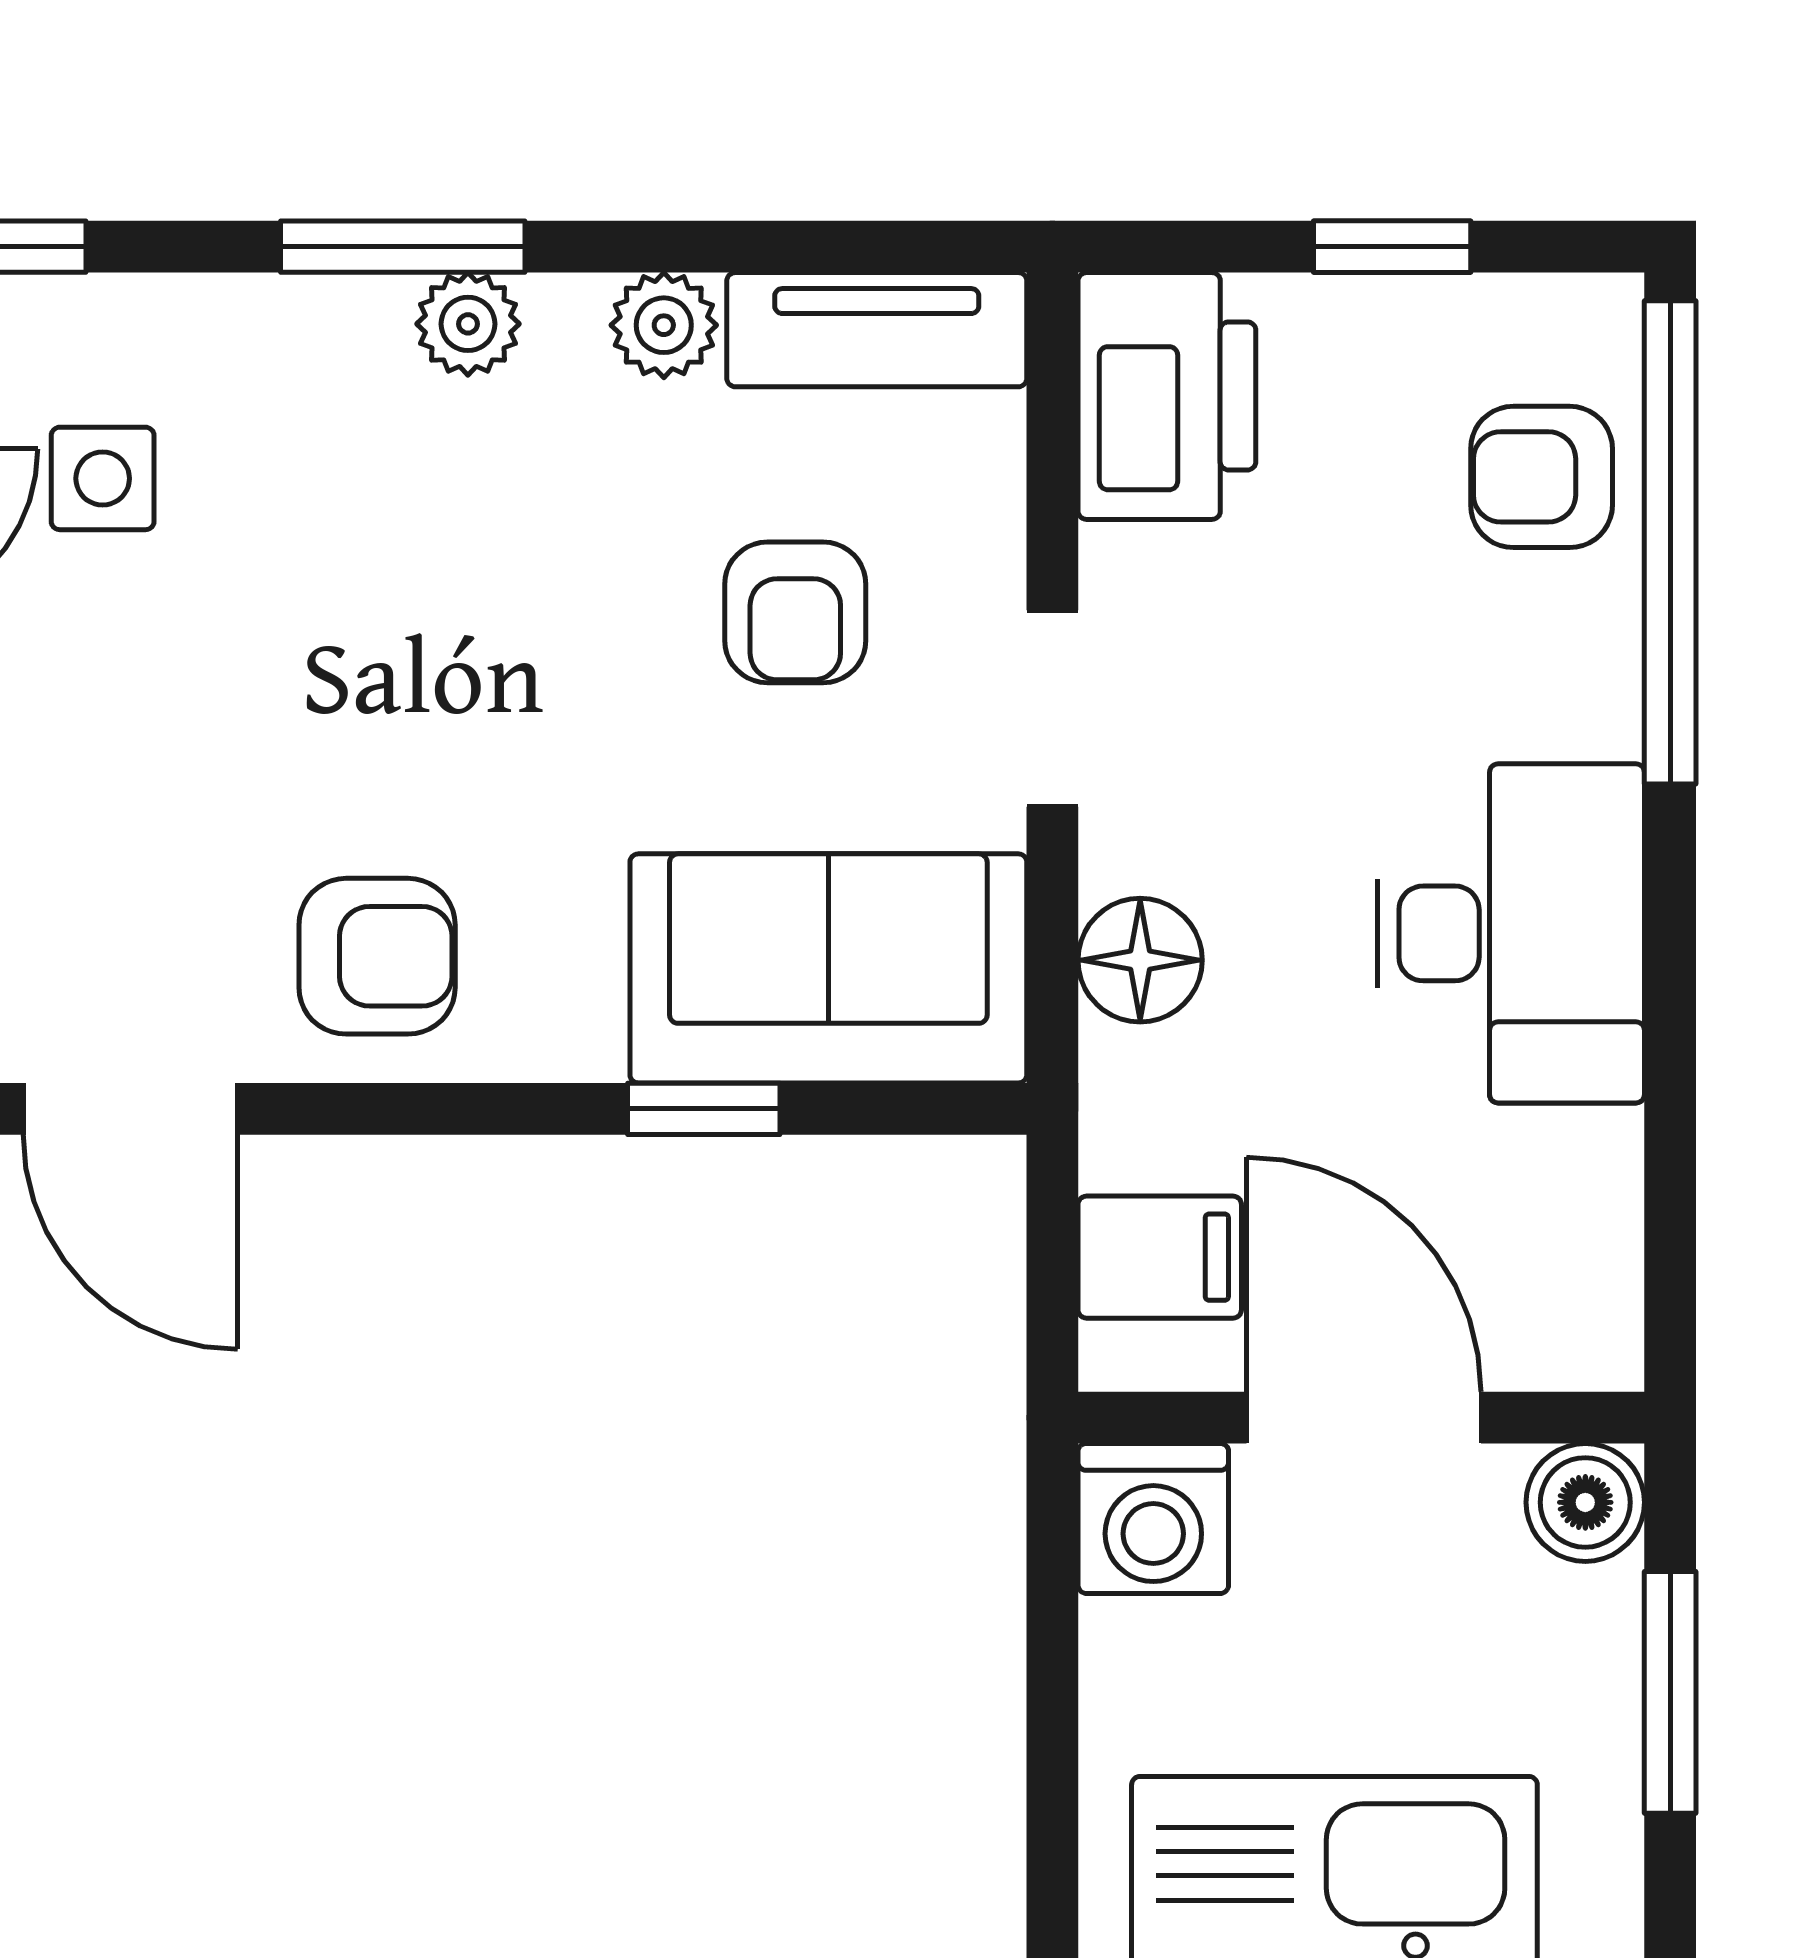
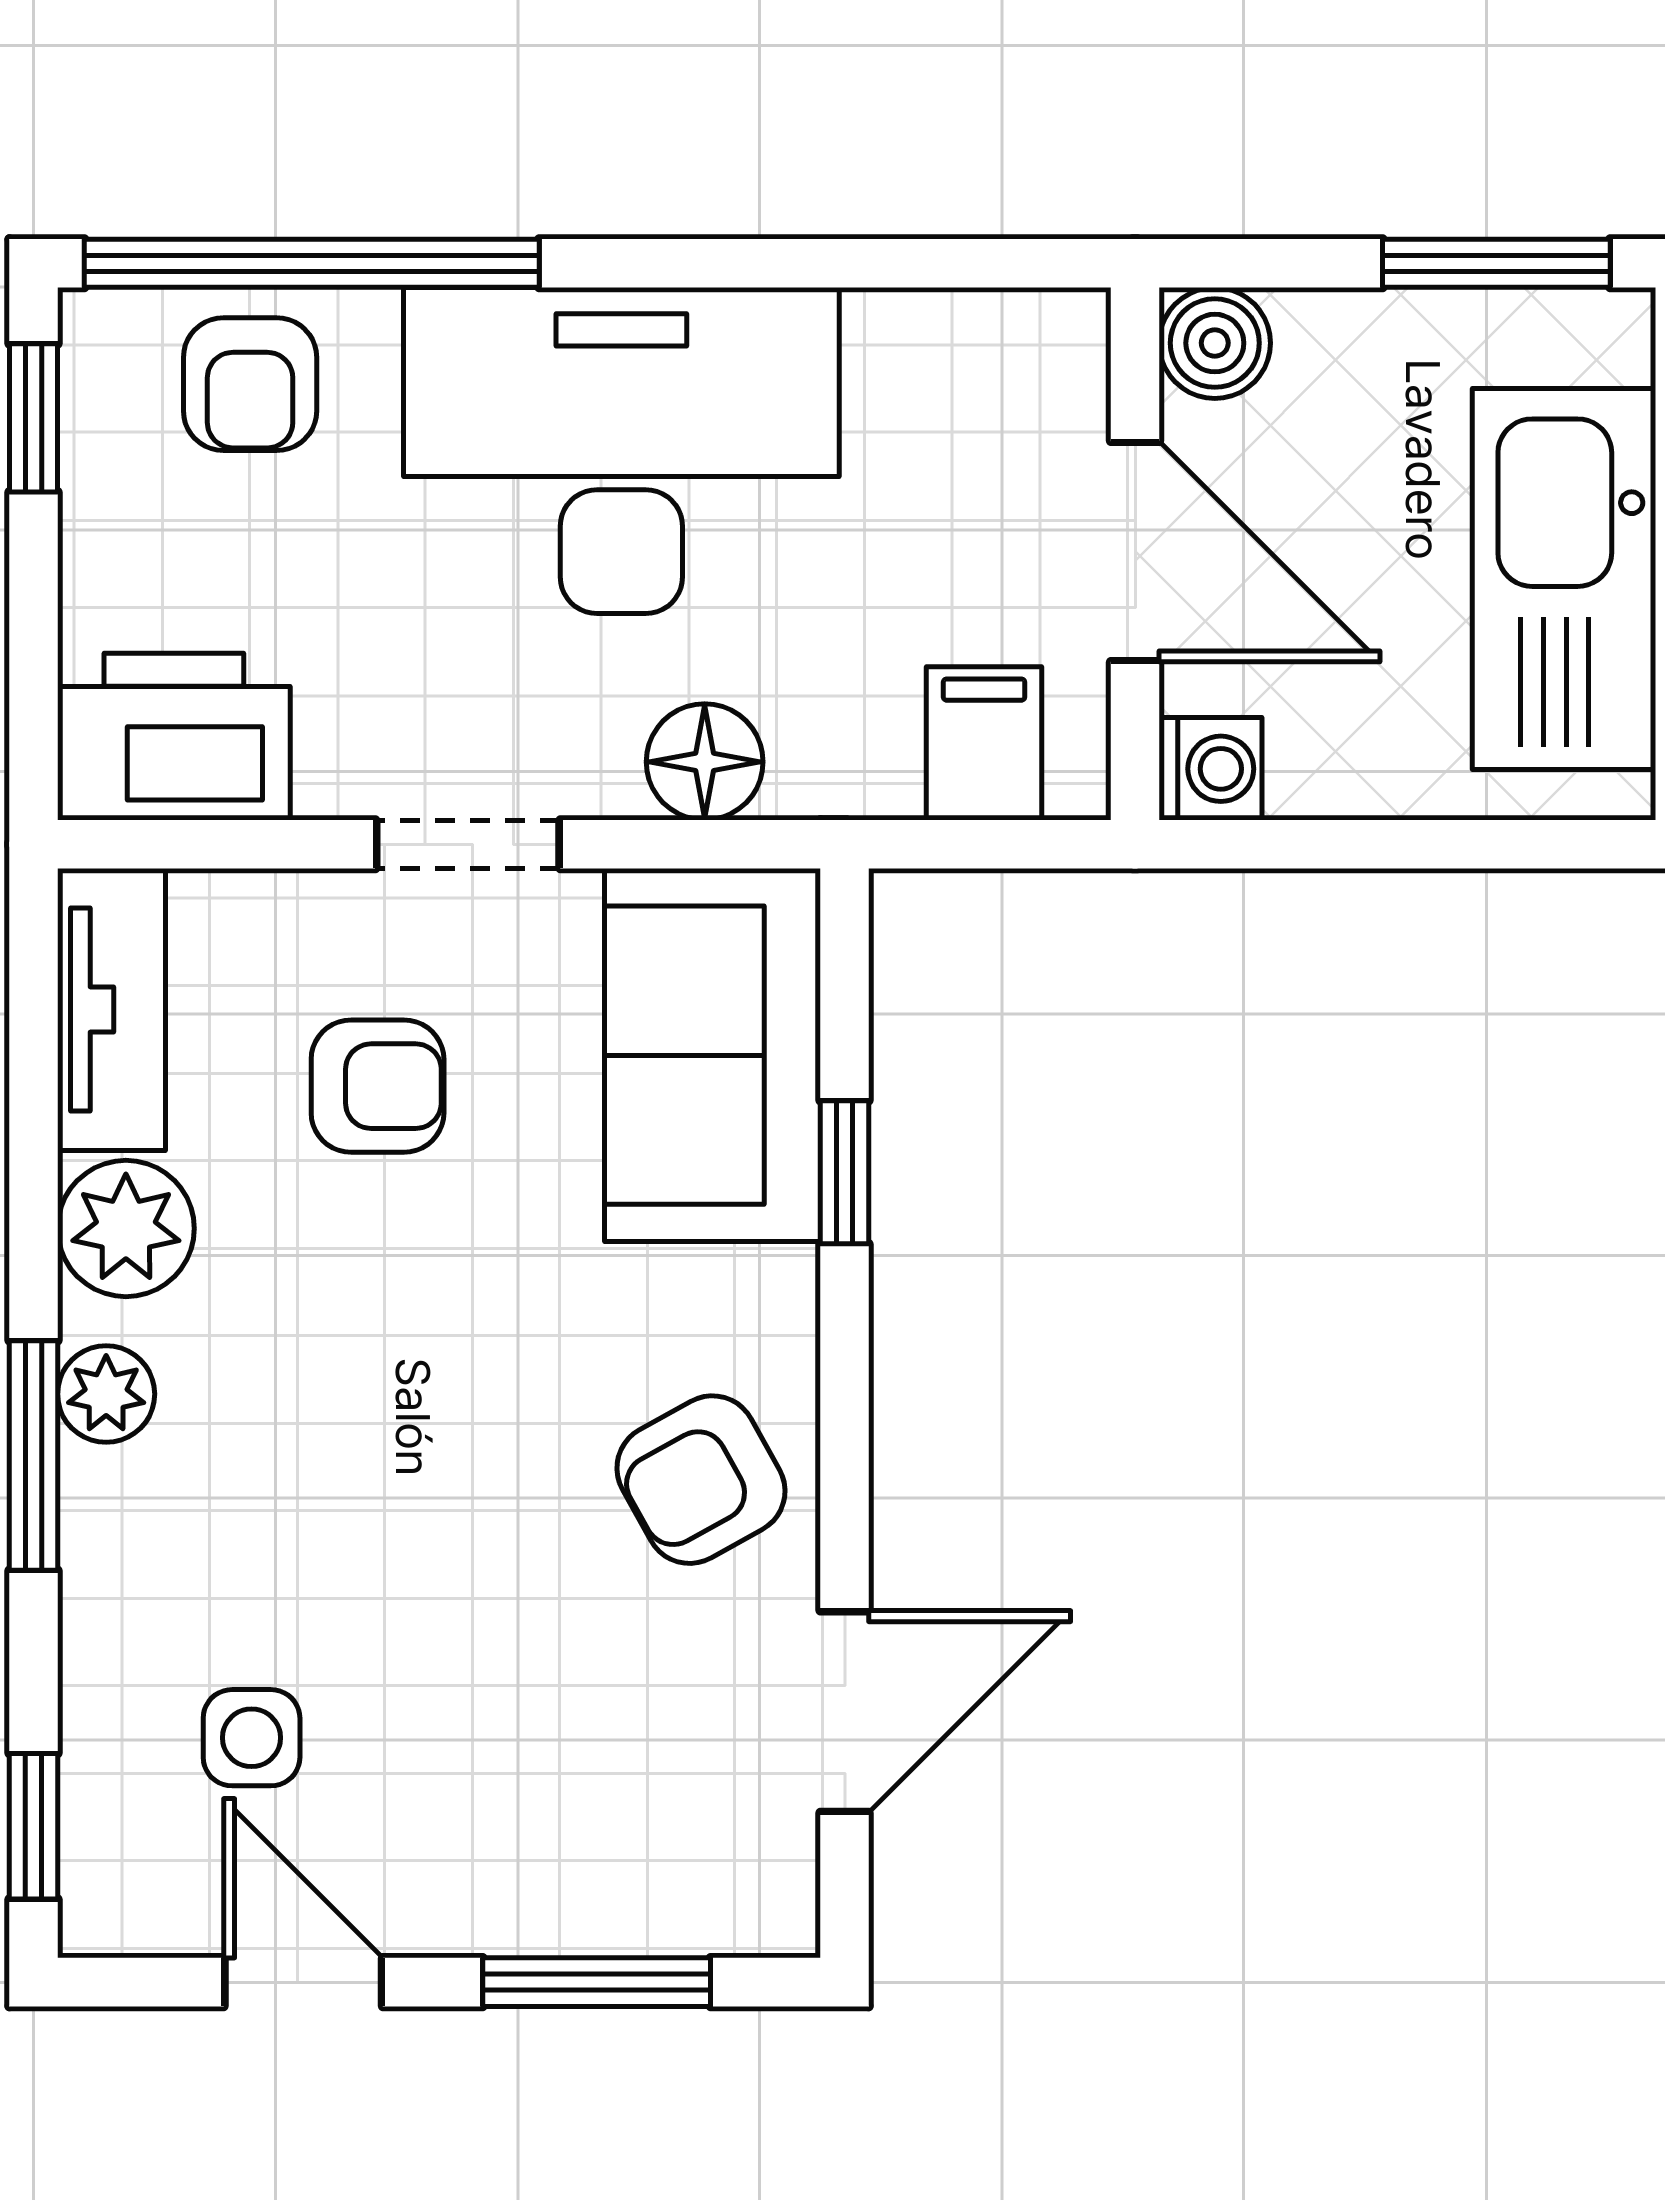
window: (1392, 247) -> (33, 418), moved
plant: (664, 325) -> (126, 1228), width x1.38, depth x1.38
desk: (1511, 933) -> (621, 451), width x1.36, depth x1.30
armchair: (377, 956) -> (701, 1480), turned -119
door: (1364, 1418) -> (1135, 551), swing flipped
washing machine: (1153, 1519) -> (1211, 769), width x0.73, depth x0.73
window: (1670, 1692) -> (1496, 263), moved

